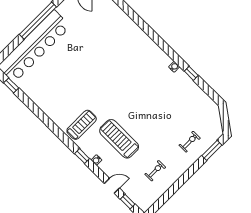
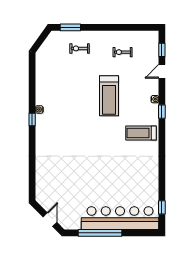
window: (191, 73) -> (32, 119), moved
treadmill: (119, 139) -> (109, 96), moved
door: (112, 186) -> (162, 71), hinge flipped

